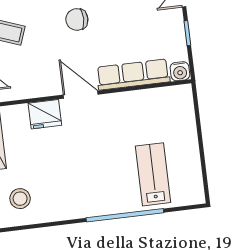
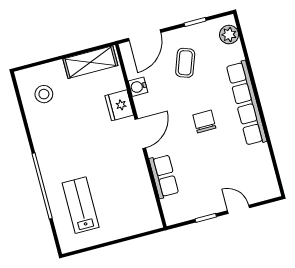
water cooler: (180, 71) -> (138, 87), moved
row of seats: (133, 75) -> (164, 176), width x0.68
lab bench: (153, 174) -> (81, 205), turned -90

